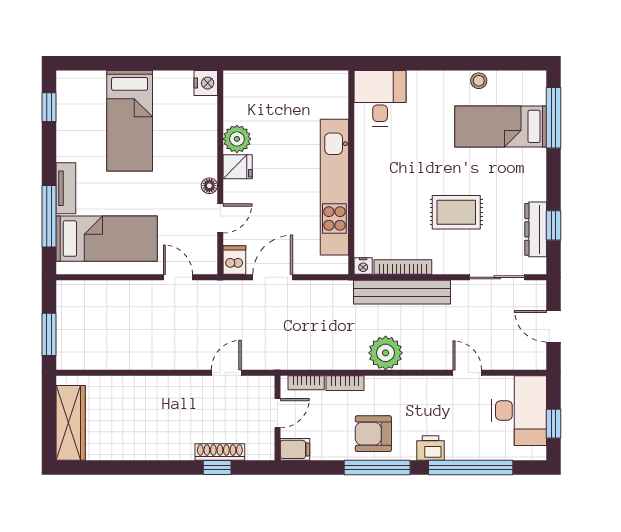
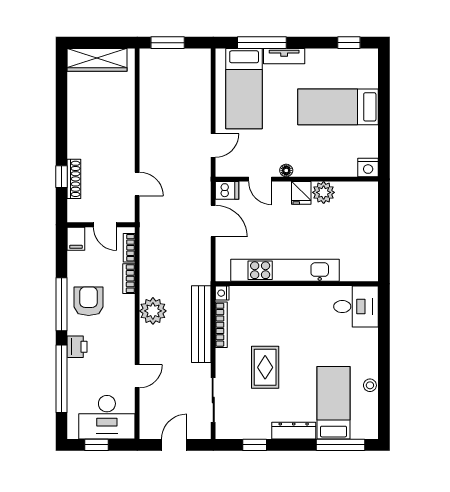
dresser: (536, 229) -> (294, 431), moved

